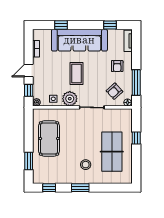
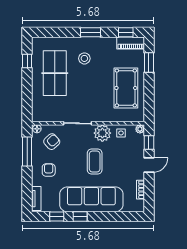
window: (61, 25) -> (80, 216), moved
window: (136, 138) -> (27, 61), moved
piano: (45, 178) -> (131, 43), added

